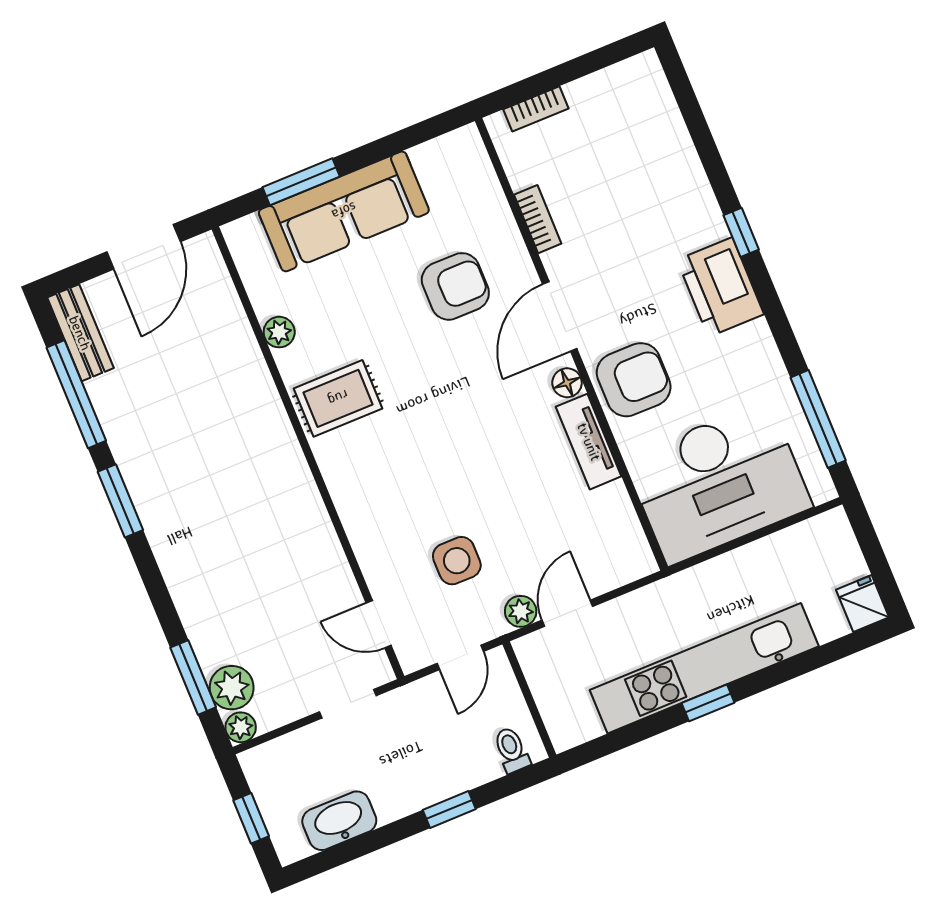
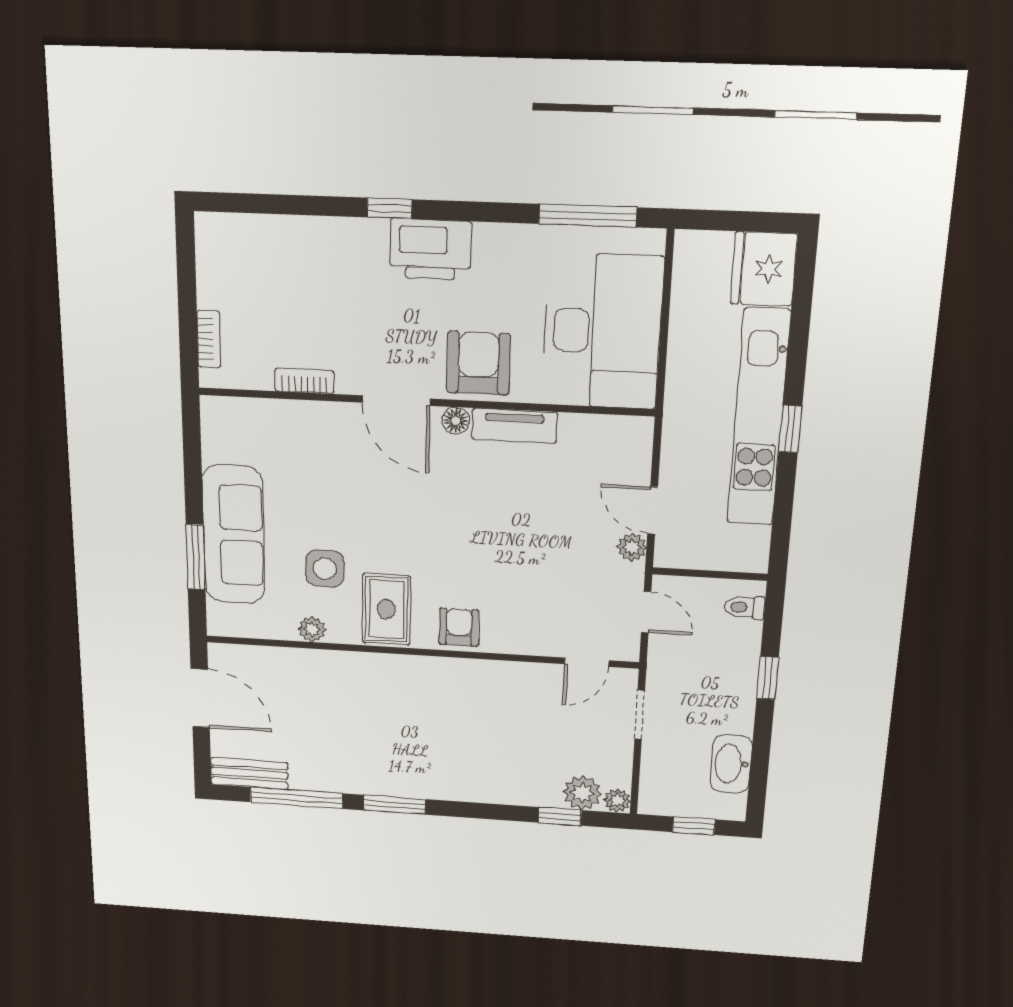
armchair: (455, 286) -> (459, 627), moved, width x0.72, depth x0.72
side table: (457, 561) -> (325, 569), moved
fridge: (863, 604) -> (764, 269), width x1.88, depth x1.34
window: (193, 677) -> (560, 816), width x0.67

